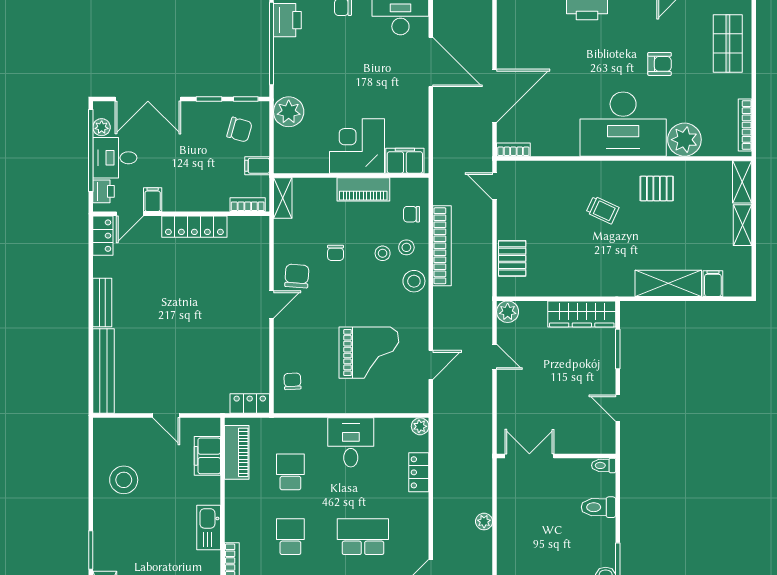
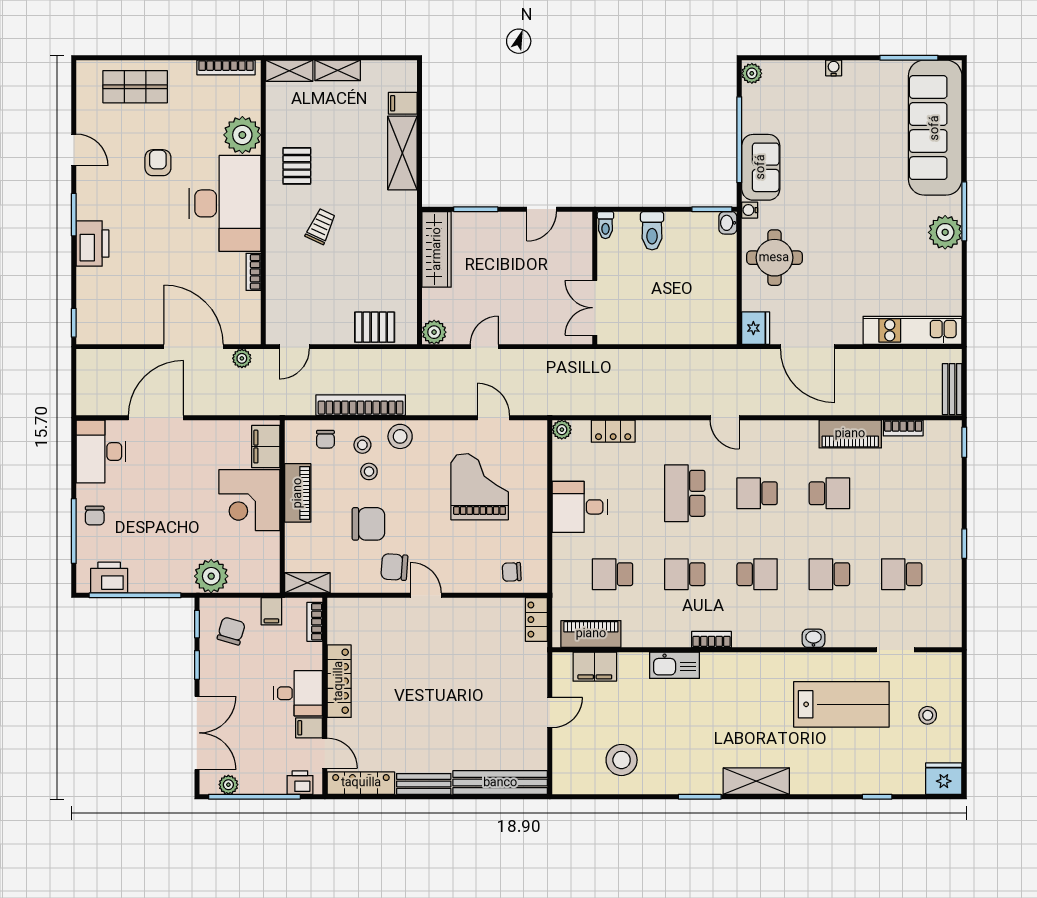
bookcase: (513, 150) -> (253, 272), moved
desk: (115, 158) -> (298, 693), moved, turned -90
locker: (103, 236) -> (361, 783), width x1.53
chair: (336, 253) -> (368, 524), width x1.87, depth x1.87
plant: (484, 522) -> (242, 358), moved

